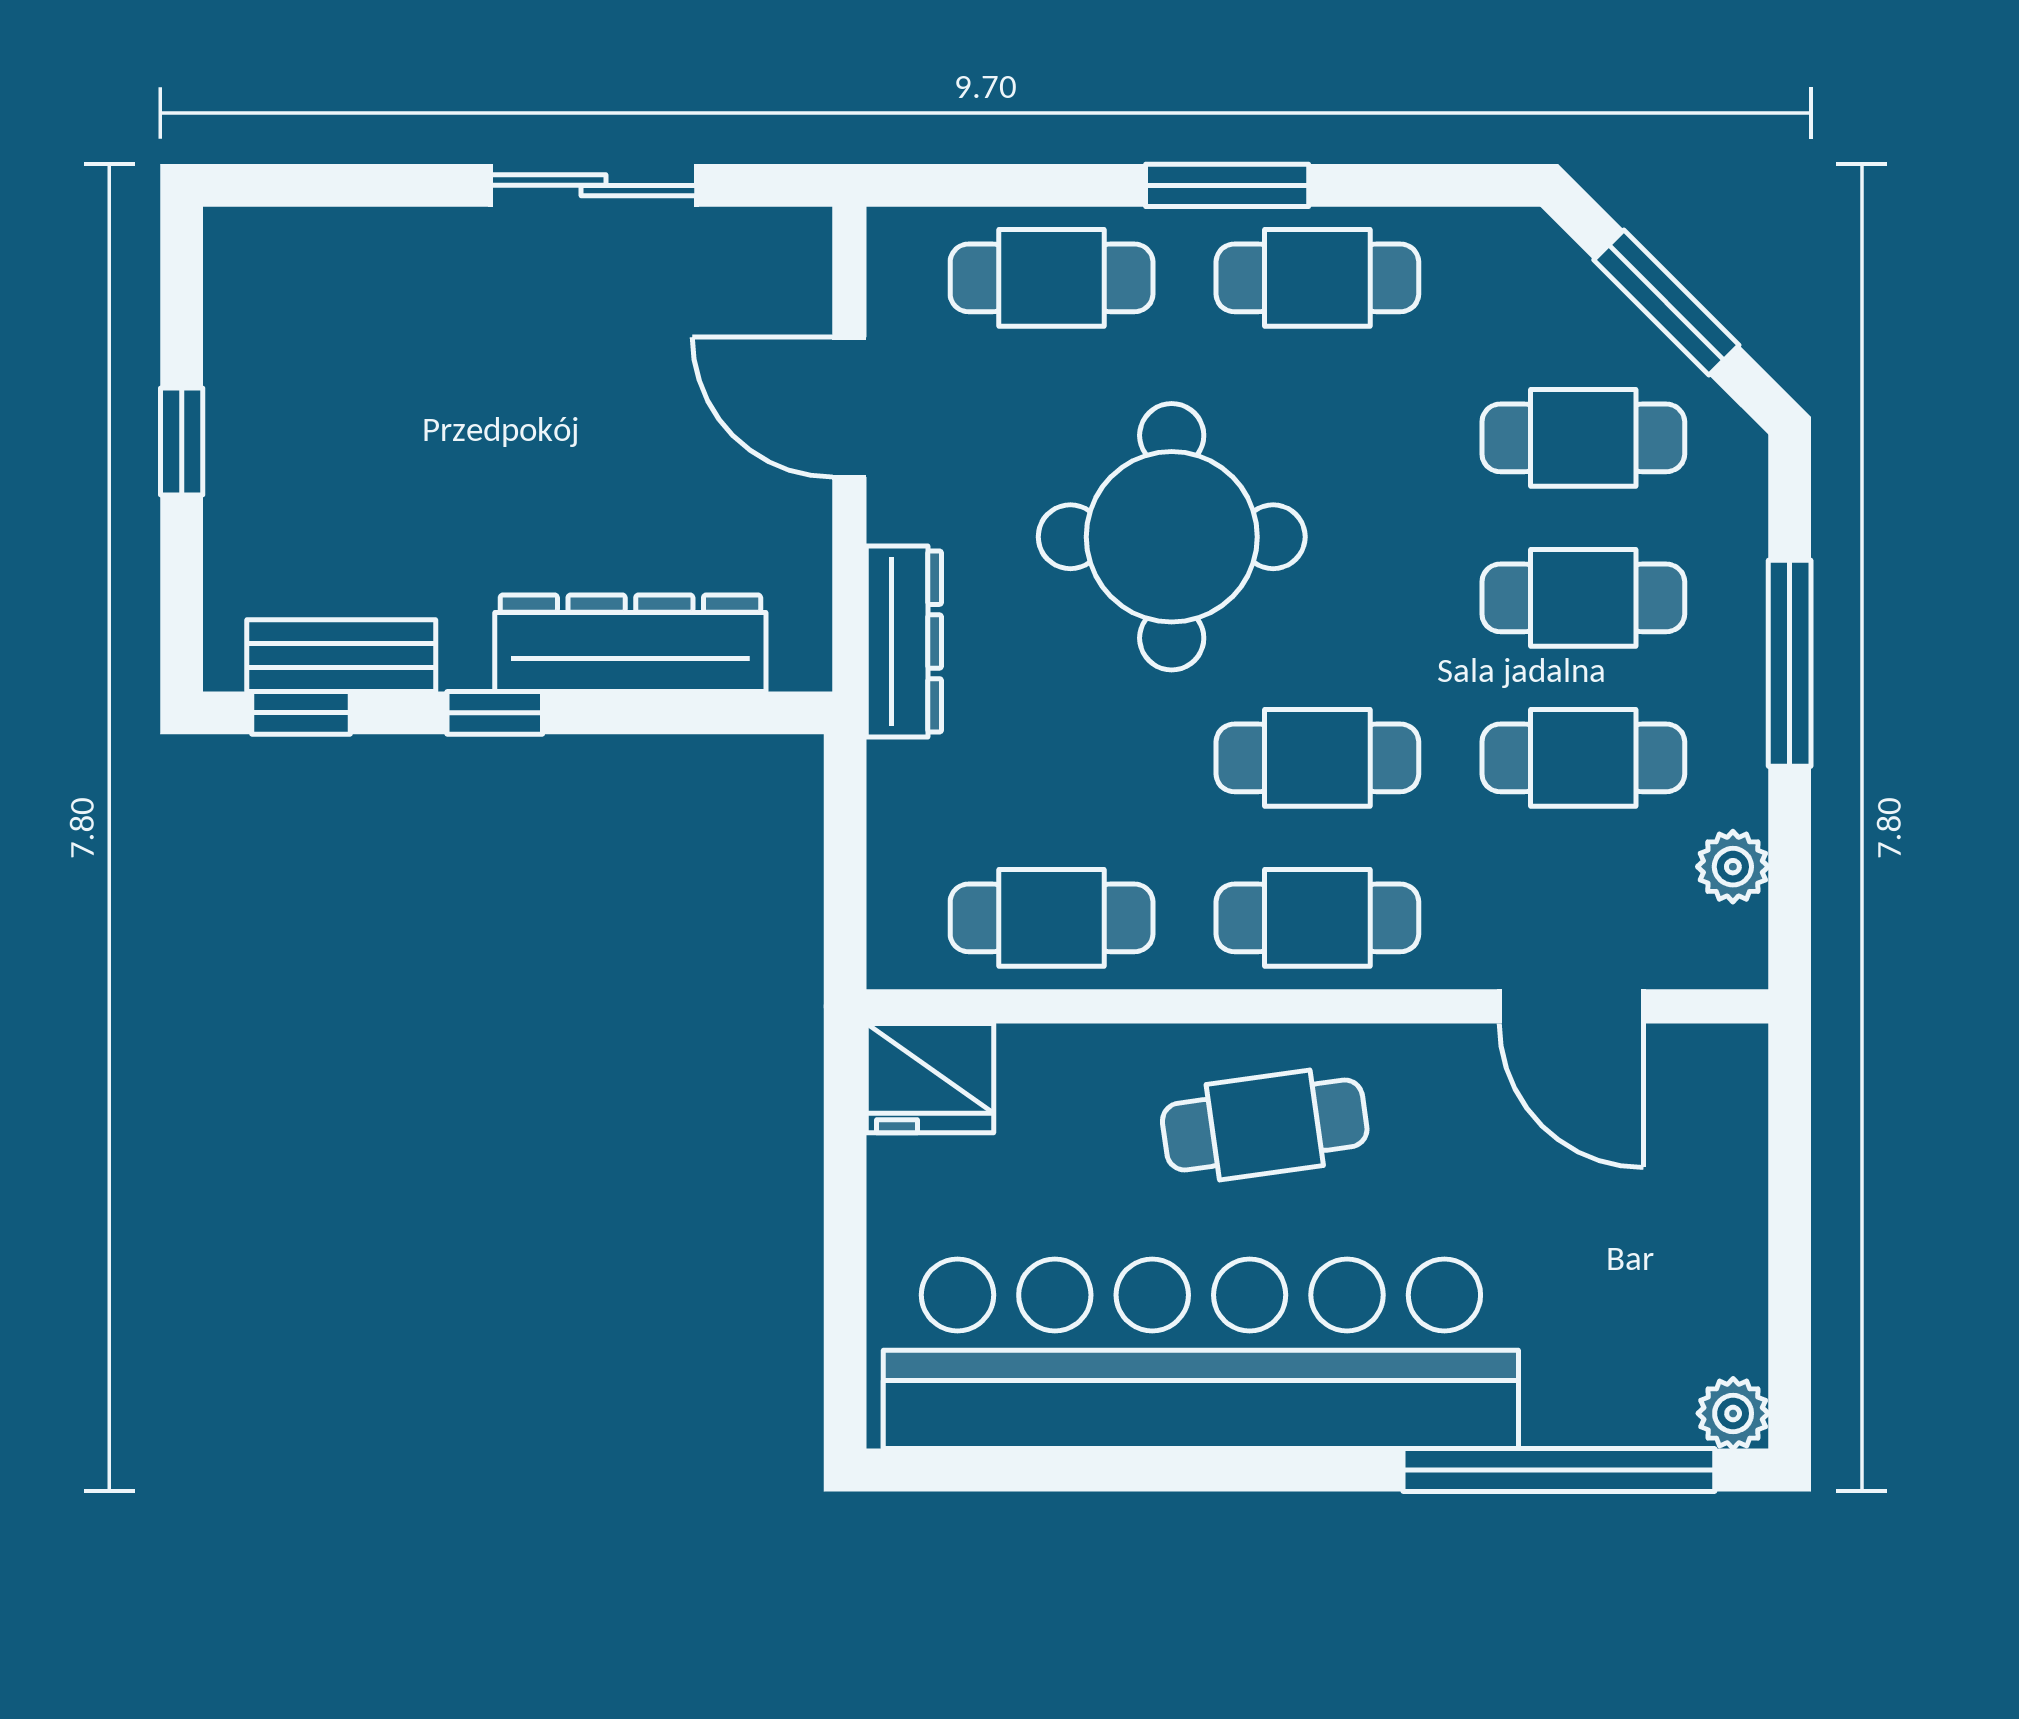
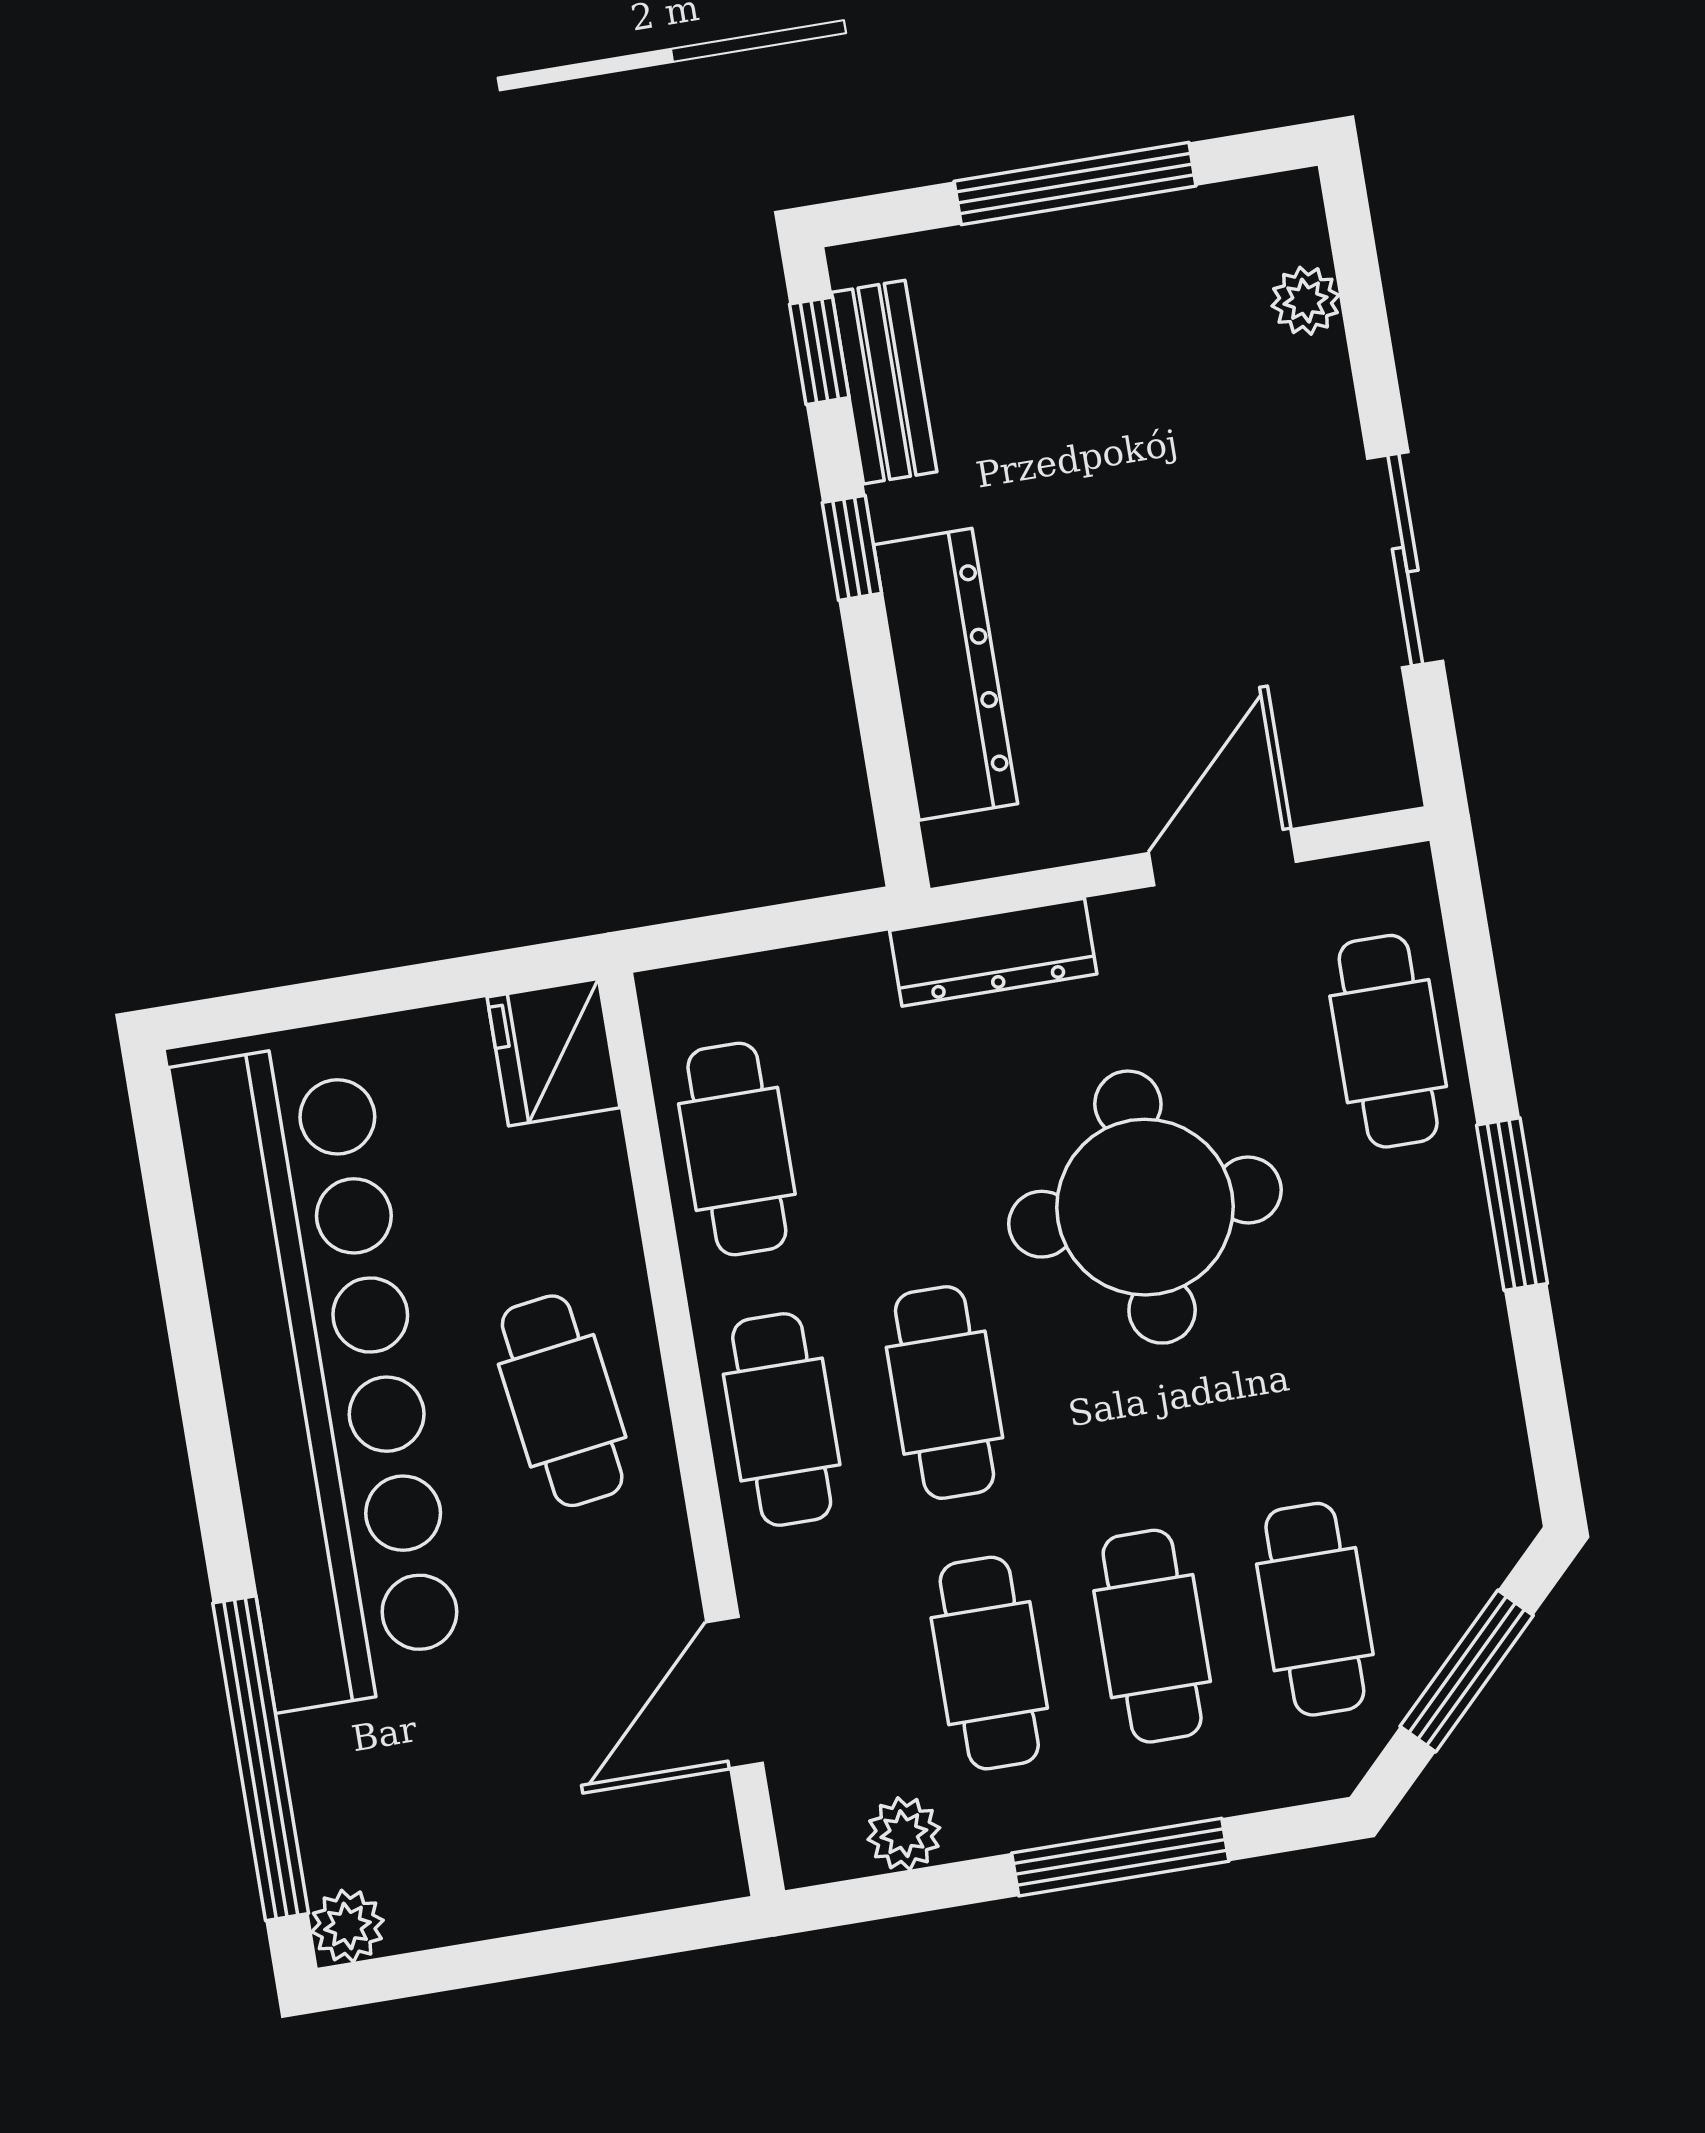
plant: (330, 240) -> (1306, 301), added
cafe table: (1317, 278) -> (1433, 1312), removed
window: (182, 442) -> (1075, 184), width x2.17

